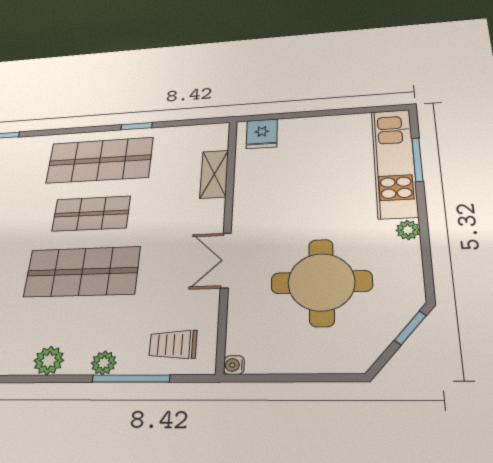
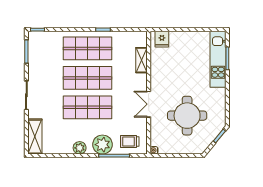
shop shelf: (91, 214) -> (88, 78), width x1.43, depth x1.36
plant: (408, 230) -> (221, 93), removed
plant: (104, 363) -> (102, 145), width x1.88, depth x1.88

